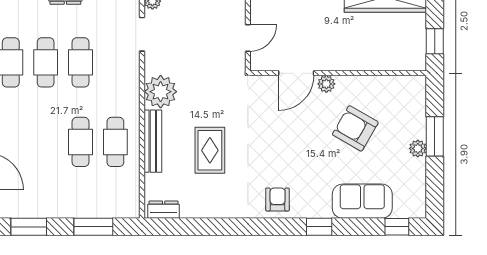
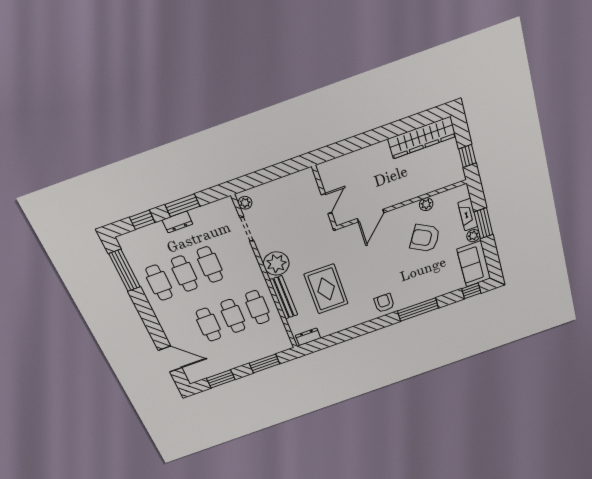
plant: (326, 84) -> (426, 204), moved
fireplace: (418, 117) -> (468, 215), added
cafe table: (46, 142) -> (208, 325), added
rug: (210, 150) -> (326, 289), width x1.36, depth x1.43
sofa: (362, 201) -> (474, 264), moved, turned -90
window: (319, 227) -> (418, 310), width x2.17

